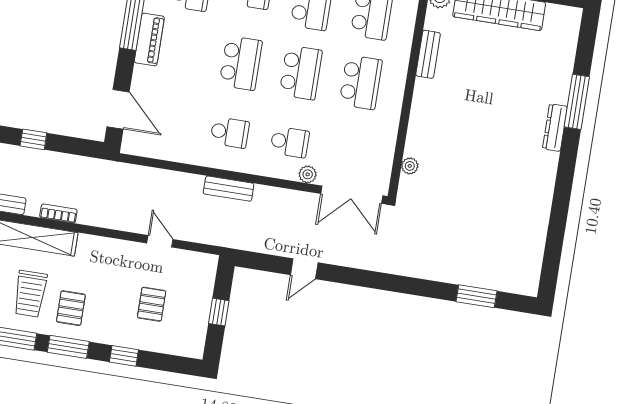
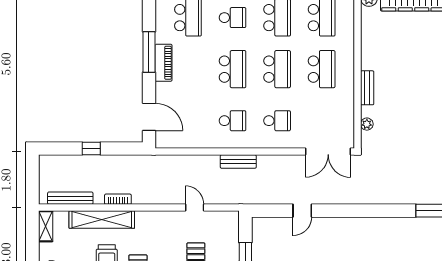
bench: (428, 54) -> (367, 88), moved
plant: (308, 174) -> (294, 142), removed

